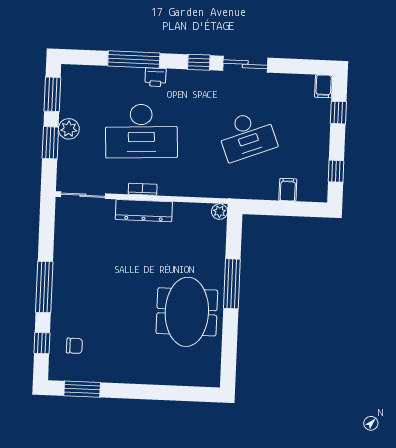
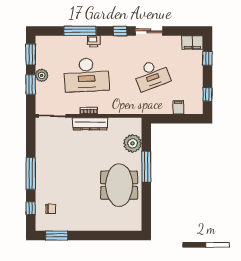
filing cabinet: (324, 86) -> (192, 43), width x2.00
plant: (220, 212) -> (133, 143), moved, width x1.88, depth x1.88

